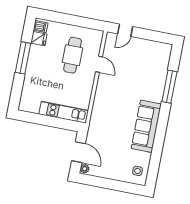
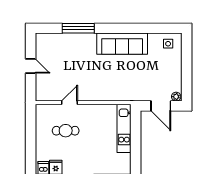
door: (125, 30) -> (31, 66), moved
cafe table: (73, 55) -> (66, 131), width x0.73, depth x0.74
door: (79, 152) -> (161, 106), swing flipped

